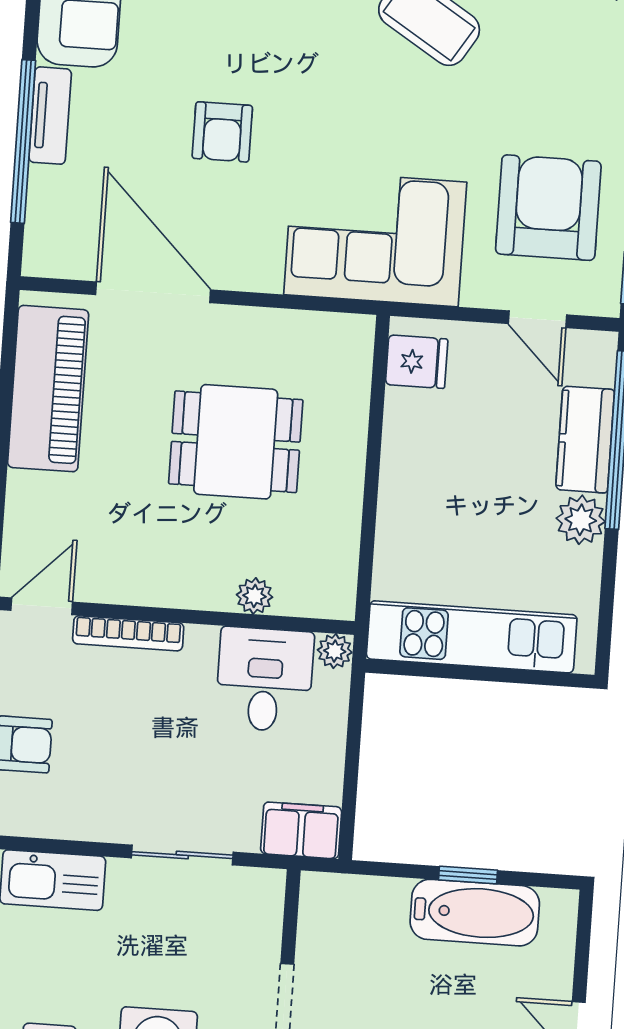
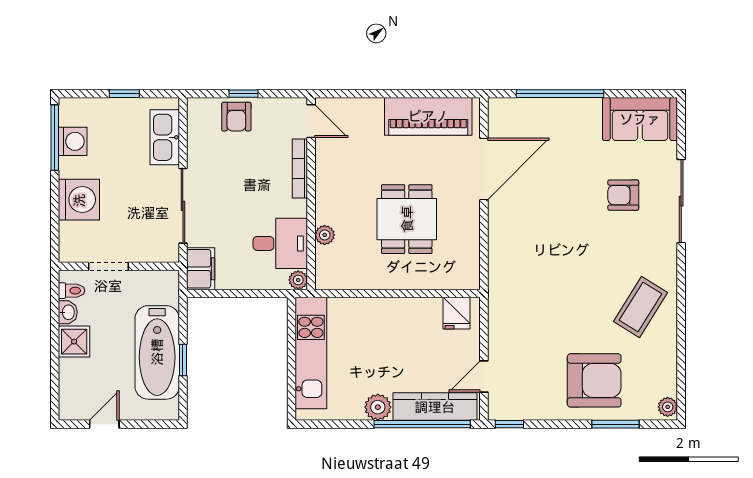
tv unit: (50, 116) -> (575, 107), removed
armchair: (222, 132) -> (623, 195), moved
armchair: (548, 208) -> (594, 380), moved
corner sofa: (375, 238) -> (521, 286), removed
kitchen counter: (585, 440) -> (435, 407), width x1.50
sliding door: (182, 855) -> (183, 206), width x1.37
bathtub: (475, 913) -> (157, 352), width x1.36, depth x1.36

